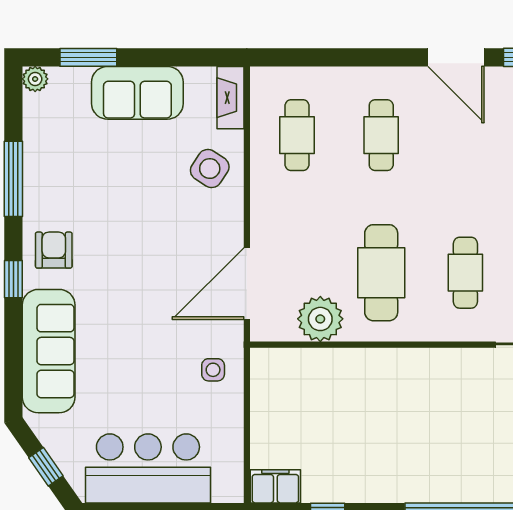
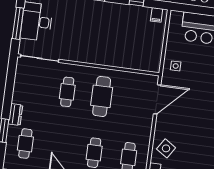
plant: (320, 319) -> (129, 81), removed
filing cabinet: (275, 486) -> (157, 15), width x0.50

